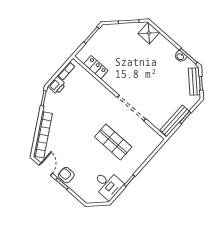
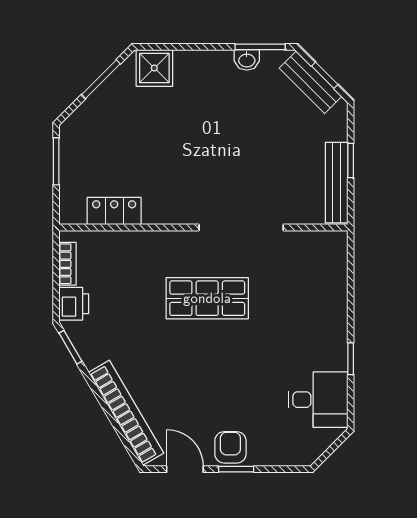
shop shelf: (113, 142) -> (207, 298), moved
armchair: (66, 175) -> (230, 447), turned 90

